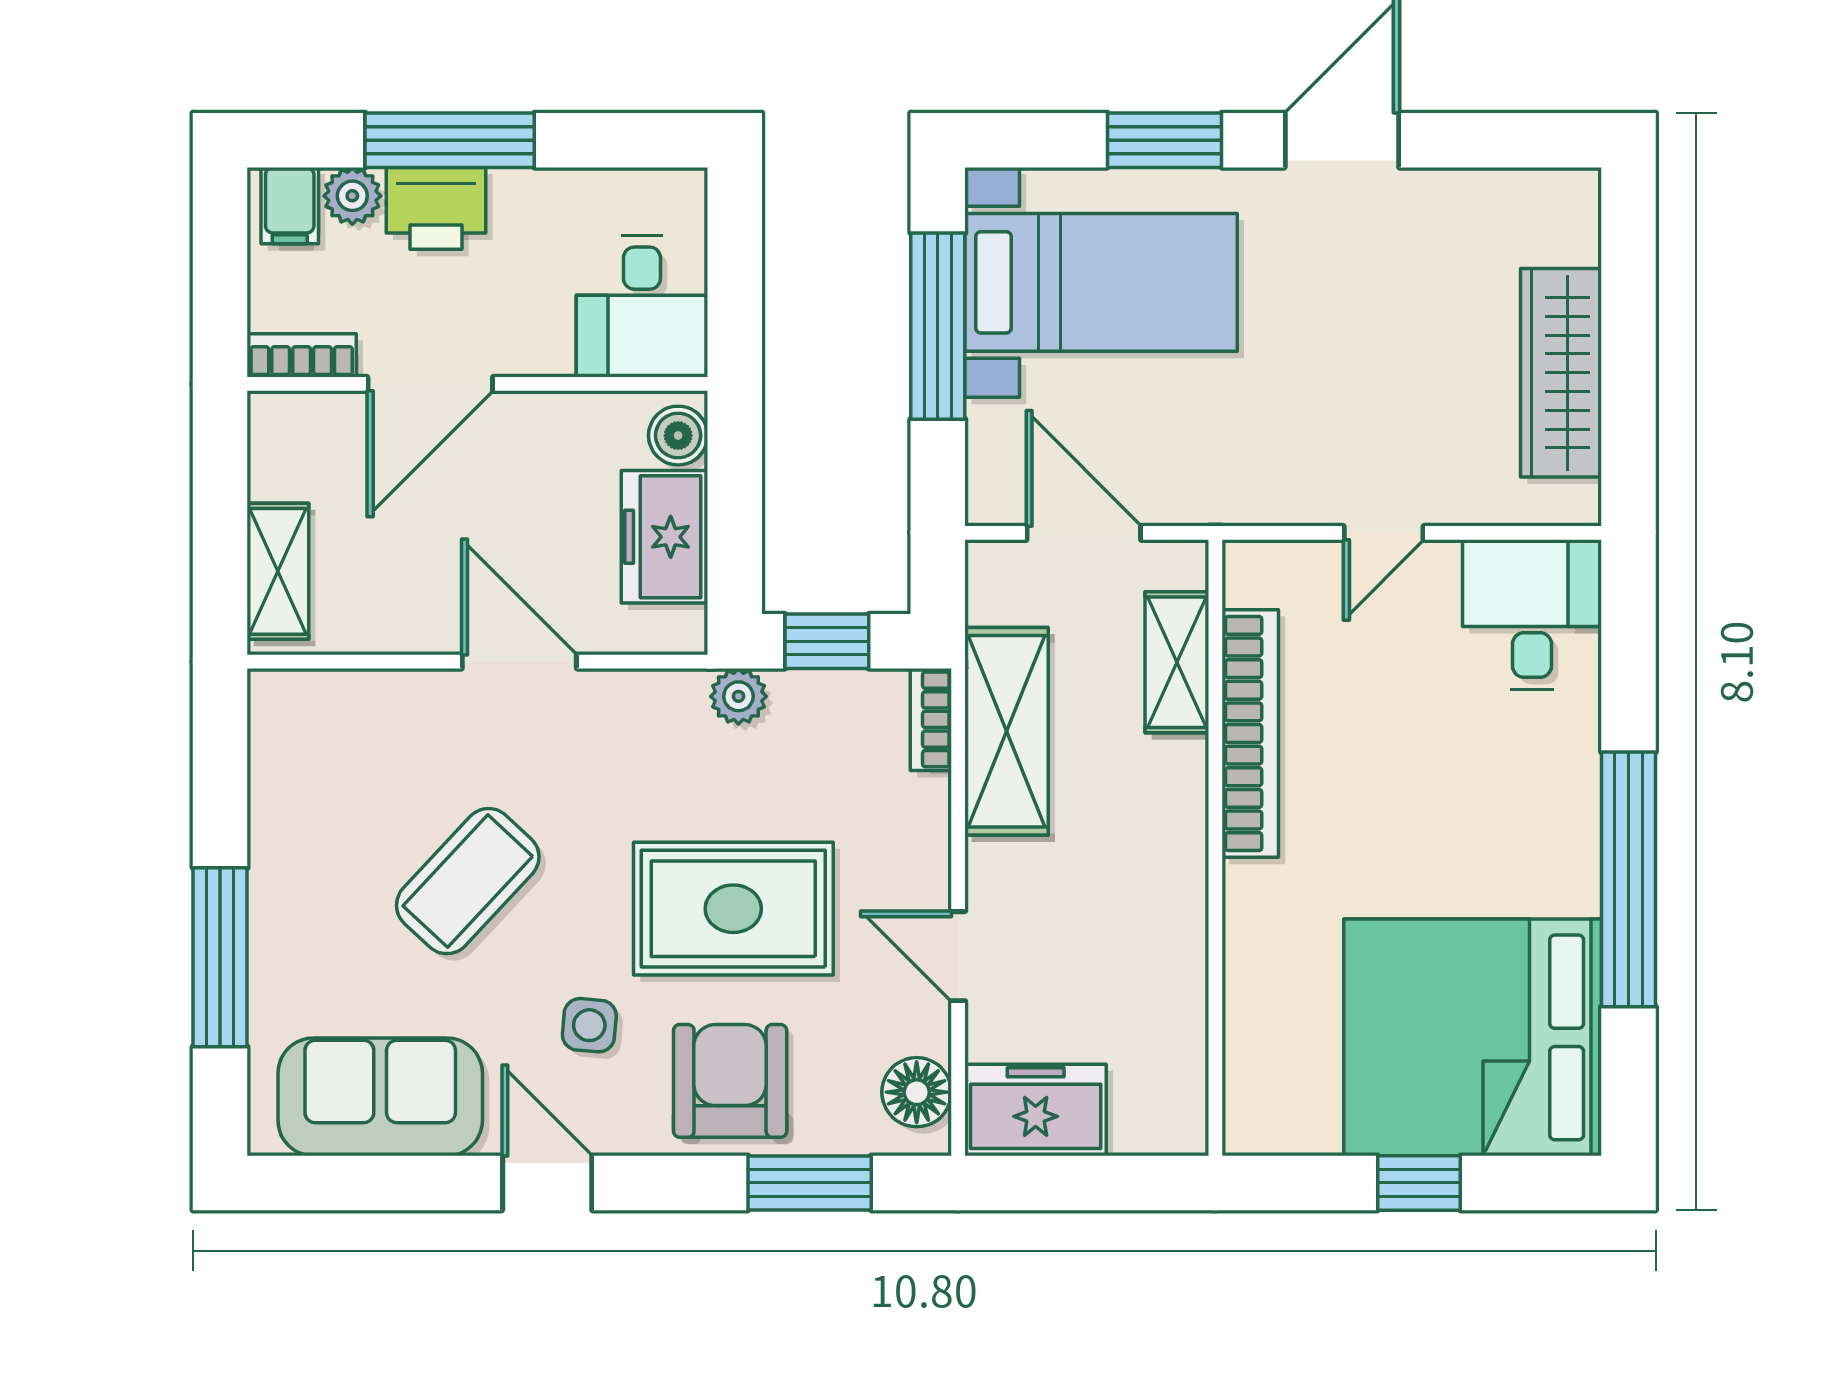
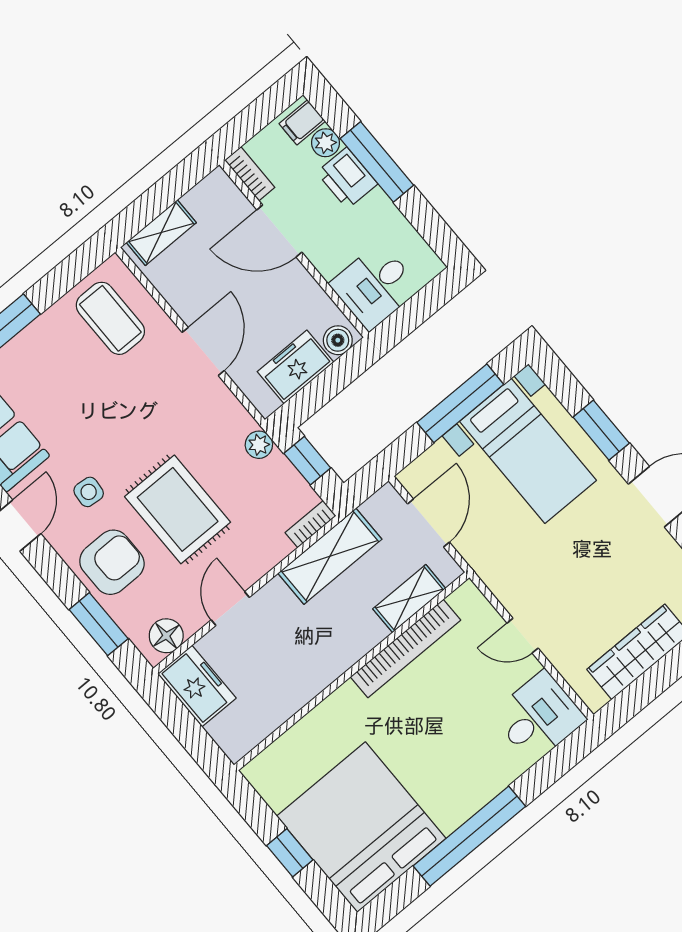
coffee table: (468, 881) -> (110, 318), moved, turned 47

